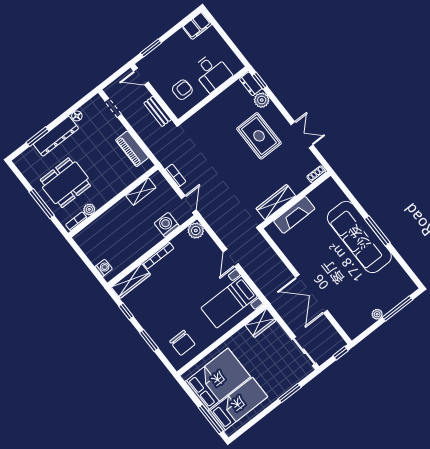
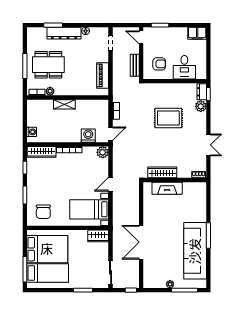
rug: (259, 136) -> (168, 118), moved, turned 90
shelving: (141, 191) -> (64, 104), moved
sofa: (359, 237) -> (195, 251), moved

